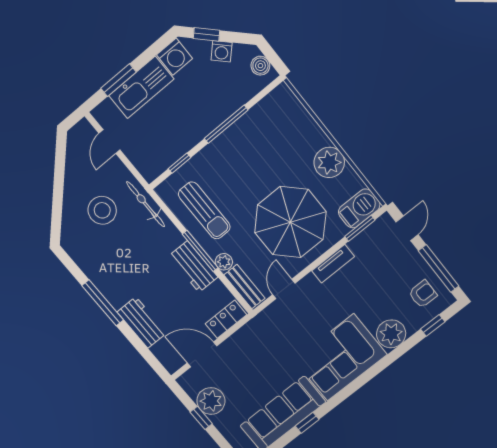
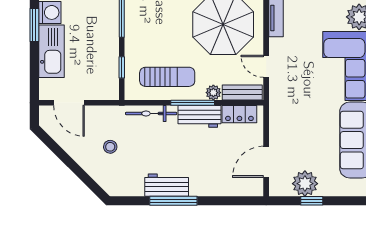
window: (118, 80) -> (34, 25), moved
door: (109, 142) -> (69, 103), width x1.38
bicycle: (146, 204) -> (151, 113), moved
stool: (102, 210) -> (110, 147), width x0.53, depth x0.53
locker: (226, 319) -> (239, 114), moved, turned -90
workbench: (142, 322) -> (167, 185), moved

